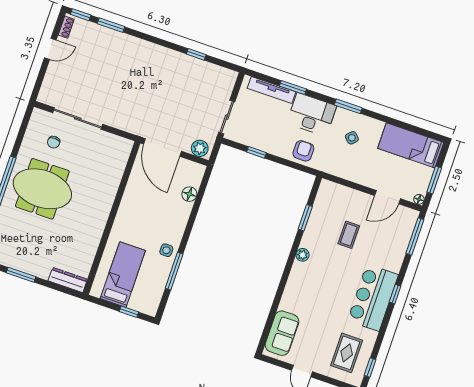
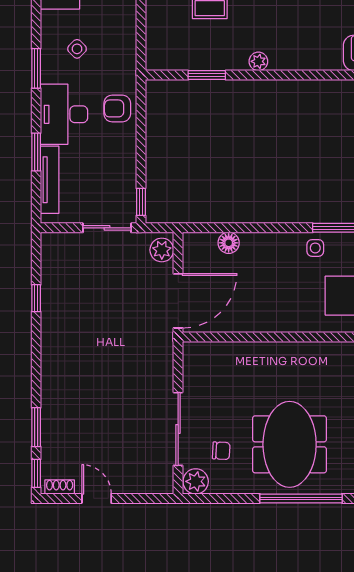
plant: (39, 118) -> (196, 481), added
window: (256, 152) -> (141, 202), moved

